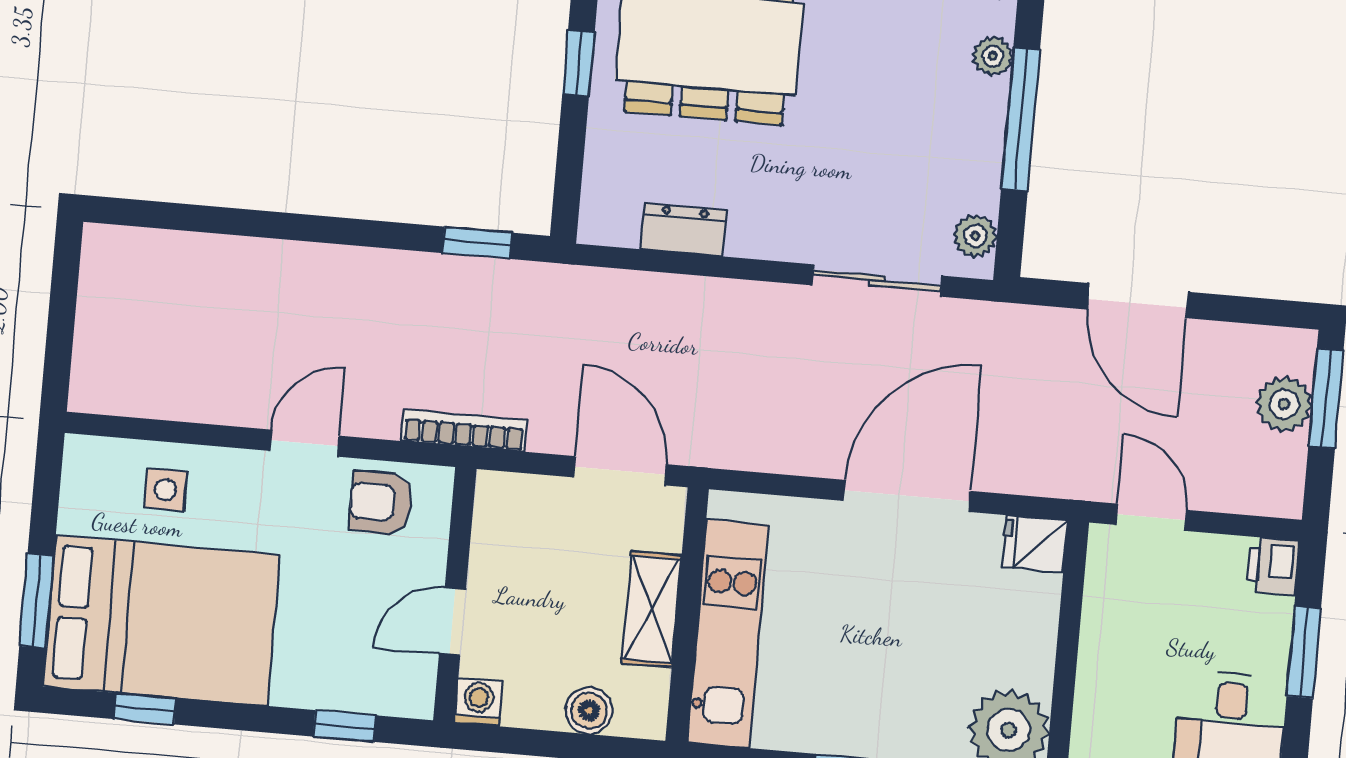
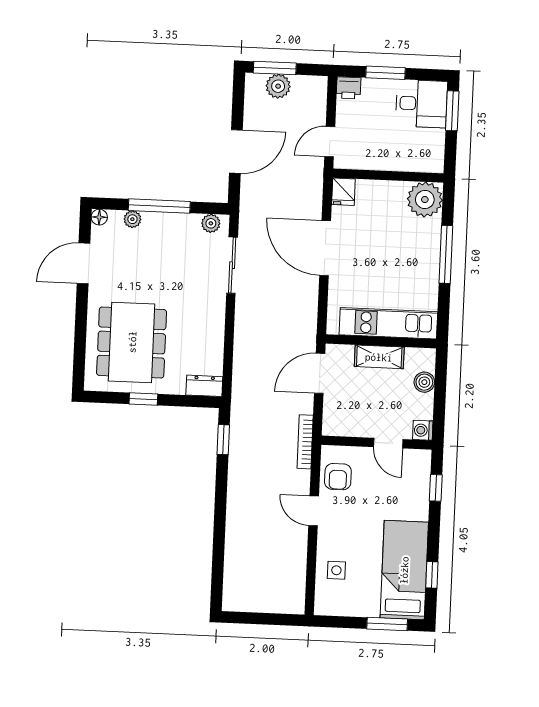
dresser: (684, 230) -> (204, 386), moved, turned 90
bed: (161, 620) -> (404, 570), width x0.67

